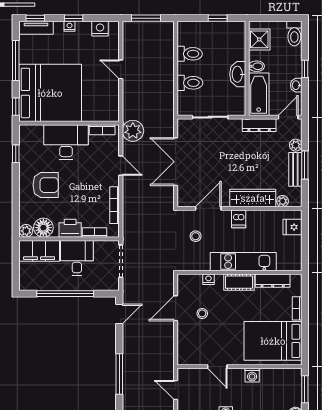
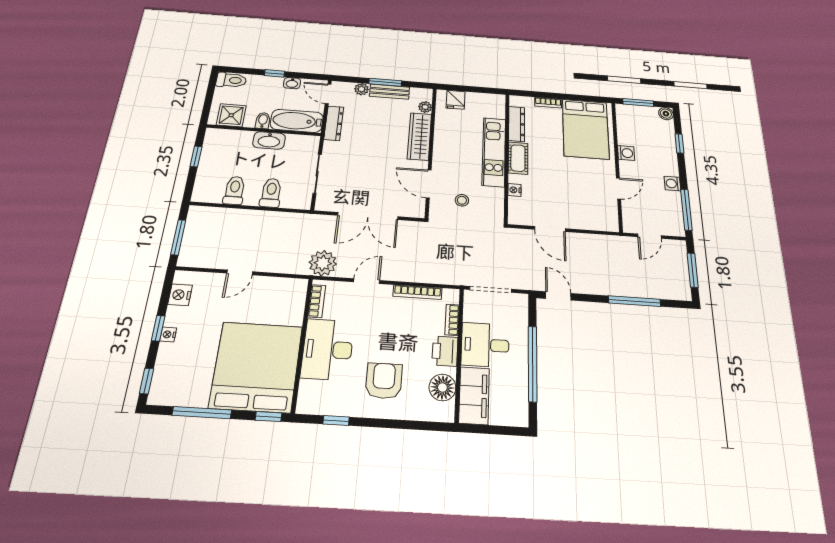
tv unit: (36, 28) -> (160, 381), removed
dishwasher: (239, 219) -> (443, 153), removed
plant: (26, 231) -> (446, 412), removed
stool: (202, 313) -> (556, 200), removed

